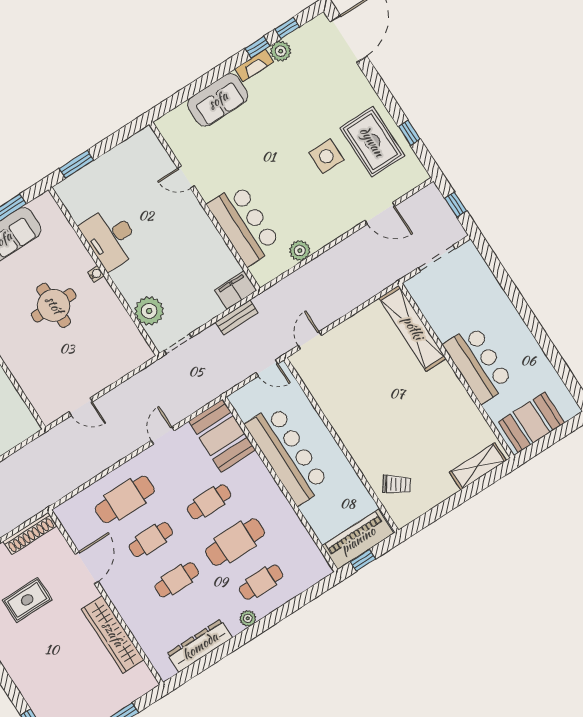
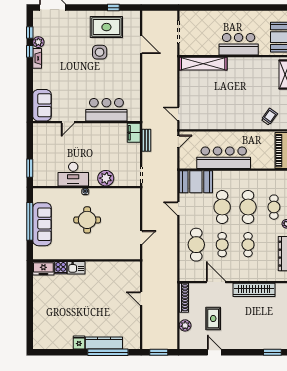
sofa: (218, 100) -> (42, 105), moved
window: (456, 205) -> (160, 8), removed
door: (380, 213) -> (141, 45), hinge flipped
plant: (300, 251) -> (135, 92), removed
plant: (149, 311) -> (106, 178), moved
cafe table: (209, 502) -> (222, 207), width x1.37, depth x1.35

